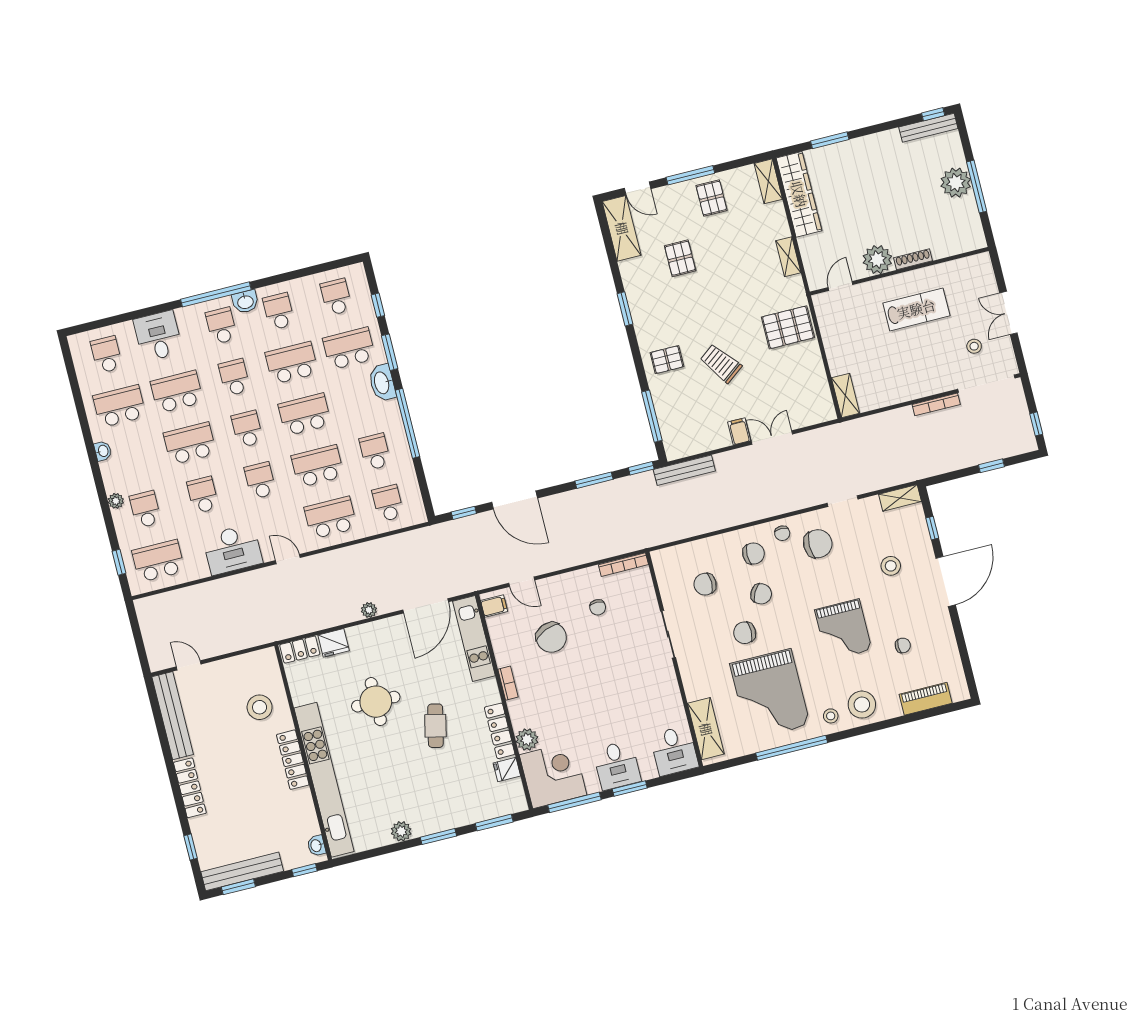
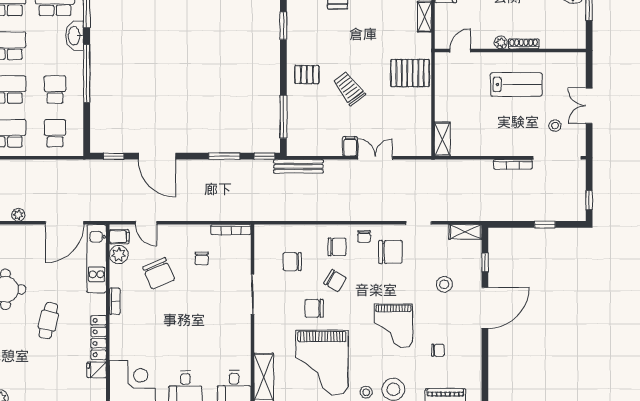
plant: (877, 260) -> (501, 42), width x0.53, depth x0.53
plant: (527, 739) -> (119, 255), moved

